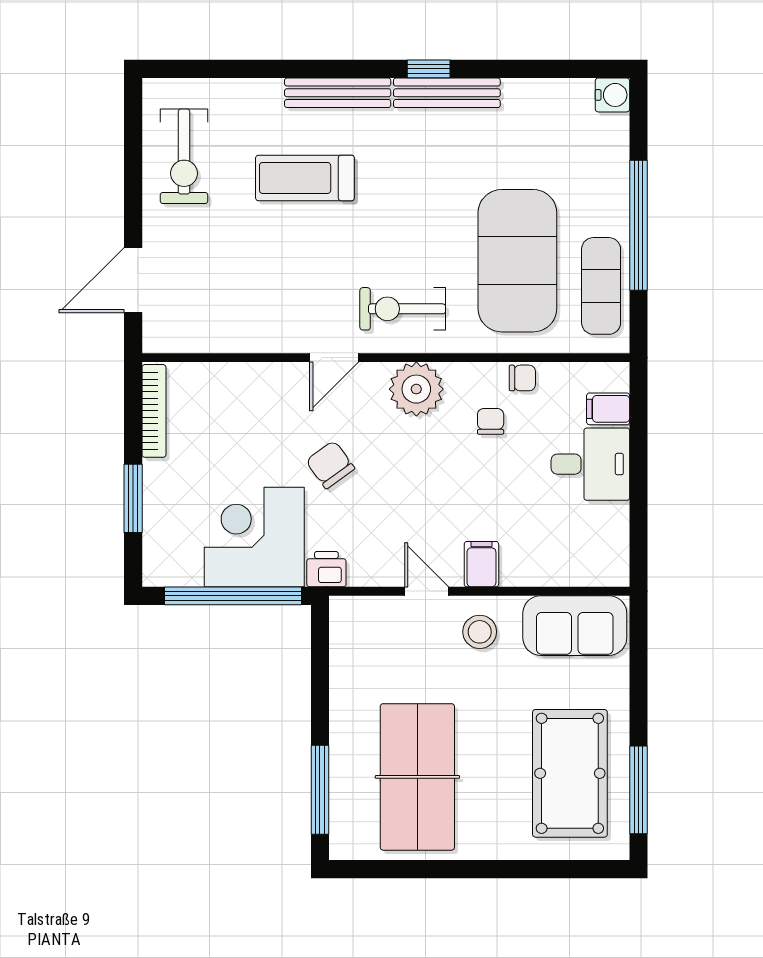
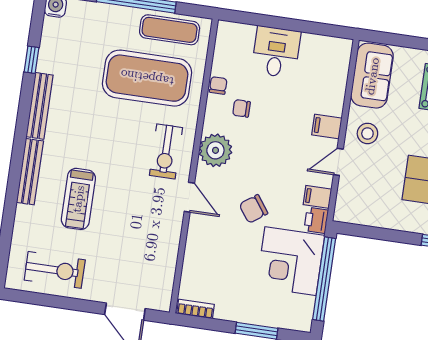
window: (429, 69) -> (32, 60), moved
filing cabinet: (608, 409) -> (317, 197), moved, turned 90
bookcase: (154, 411) -> (196, 309), width x0.64

